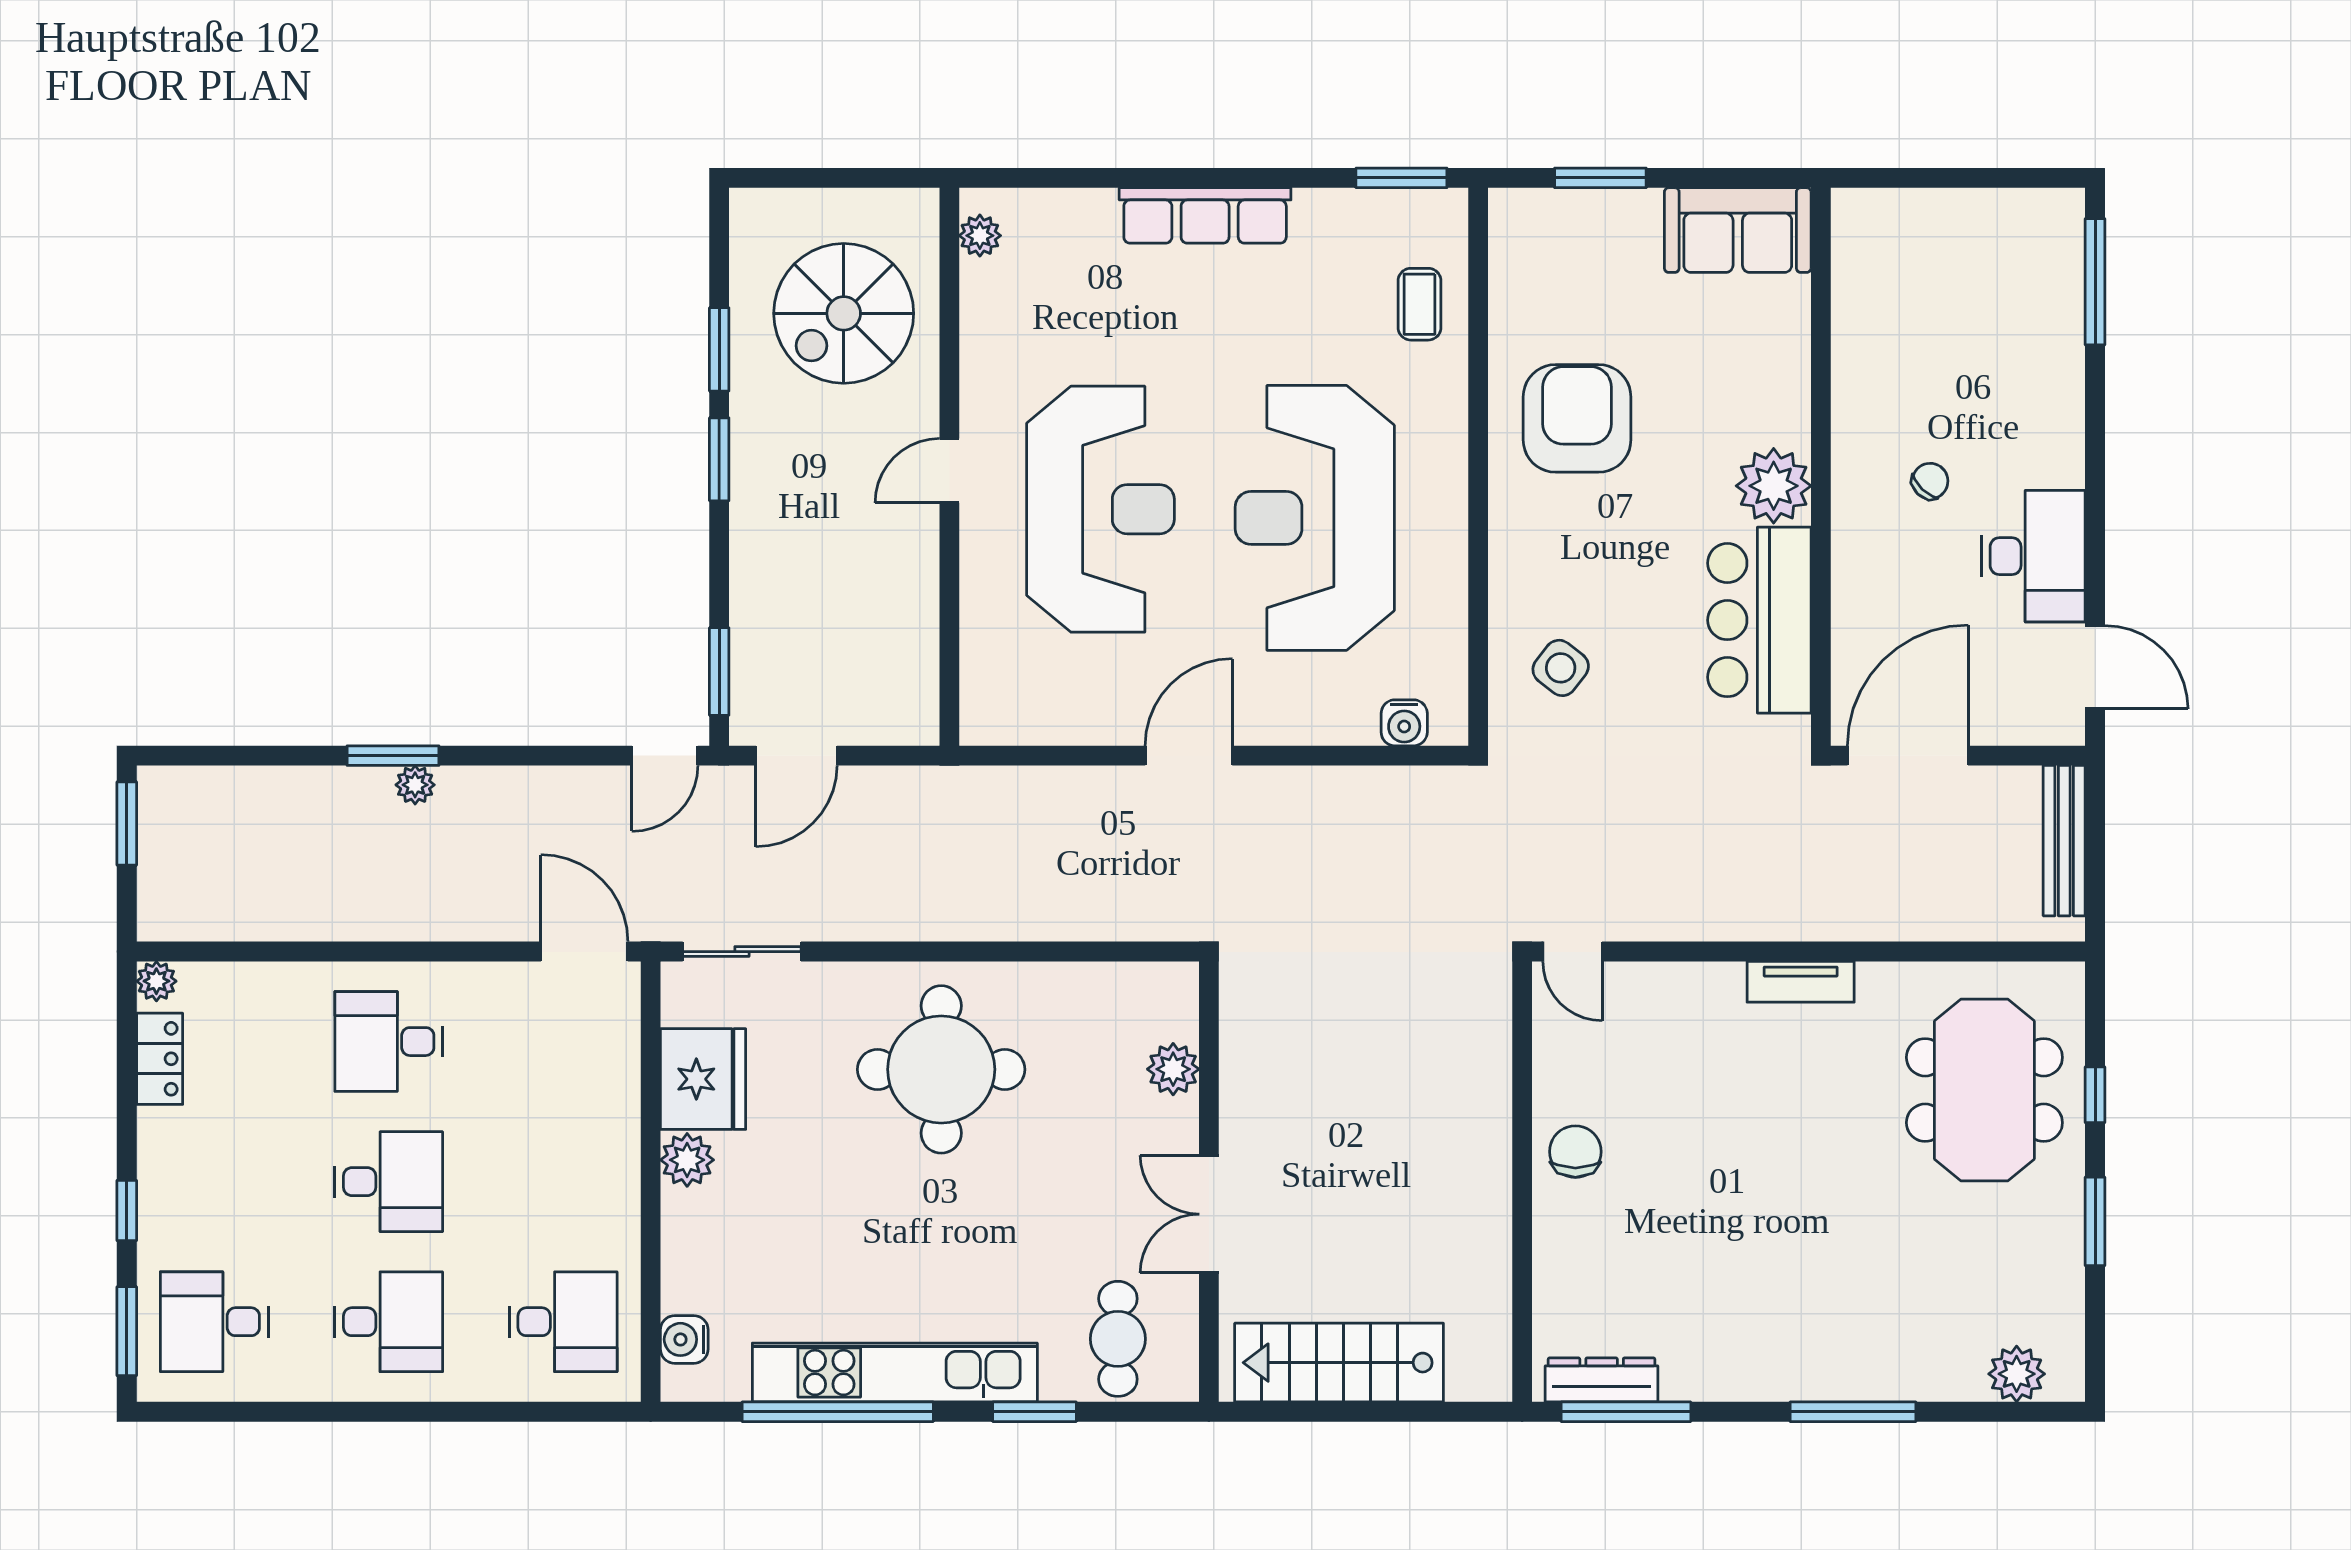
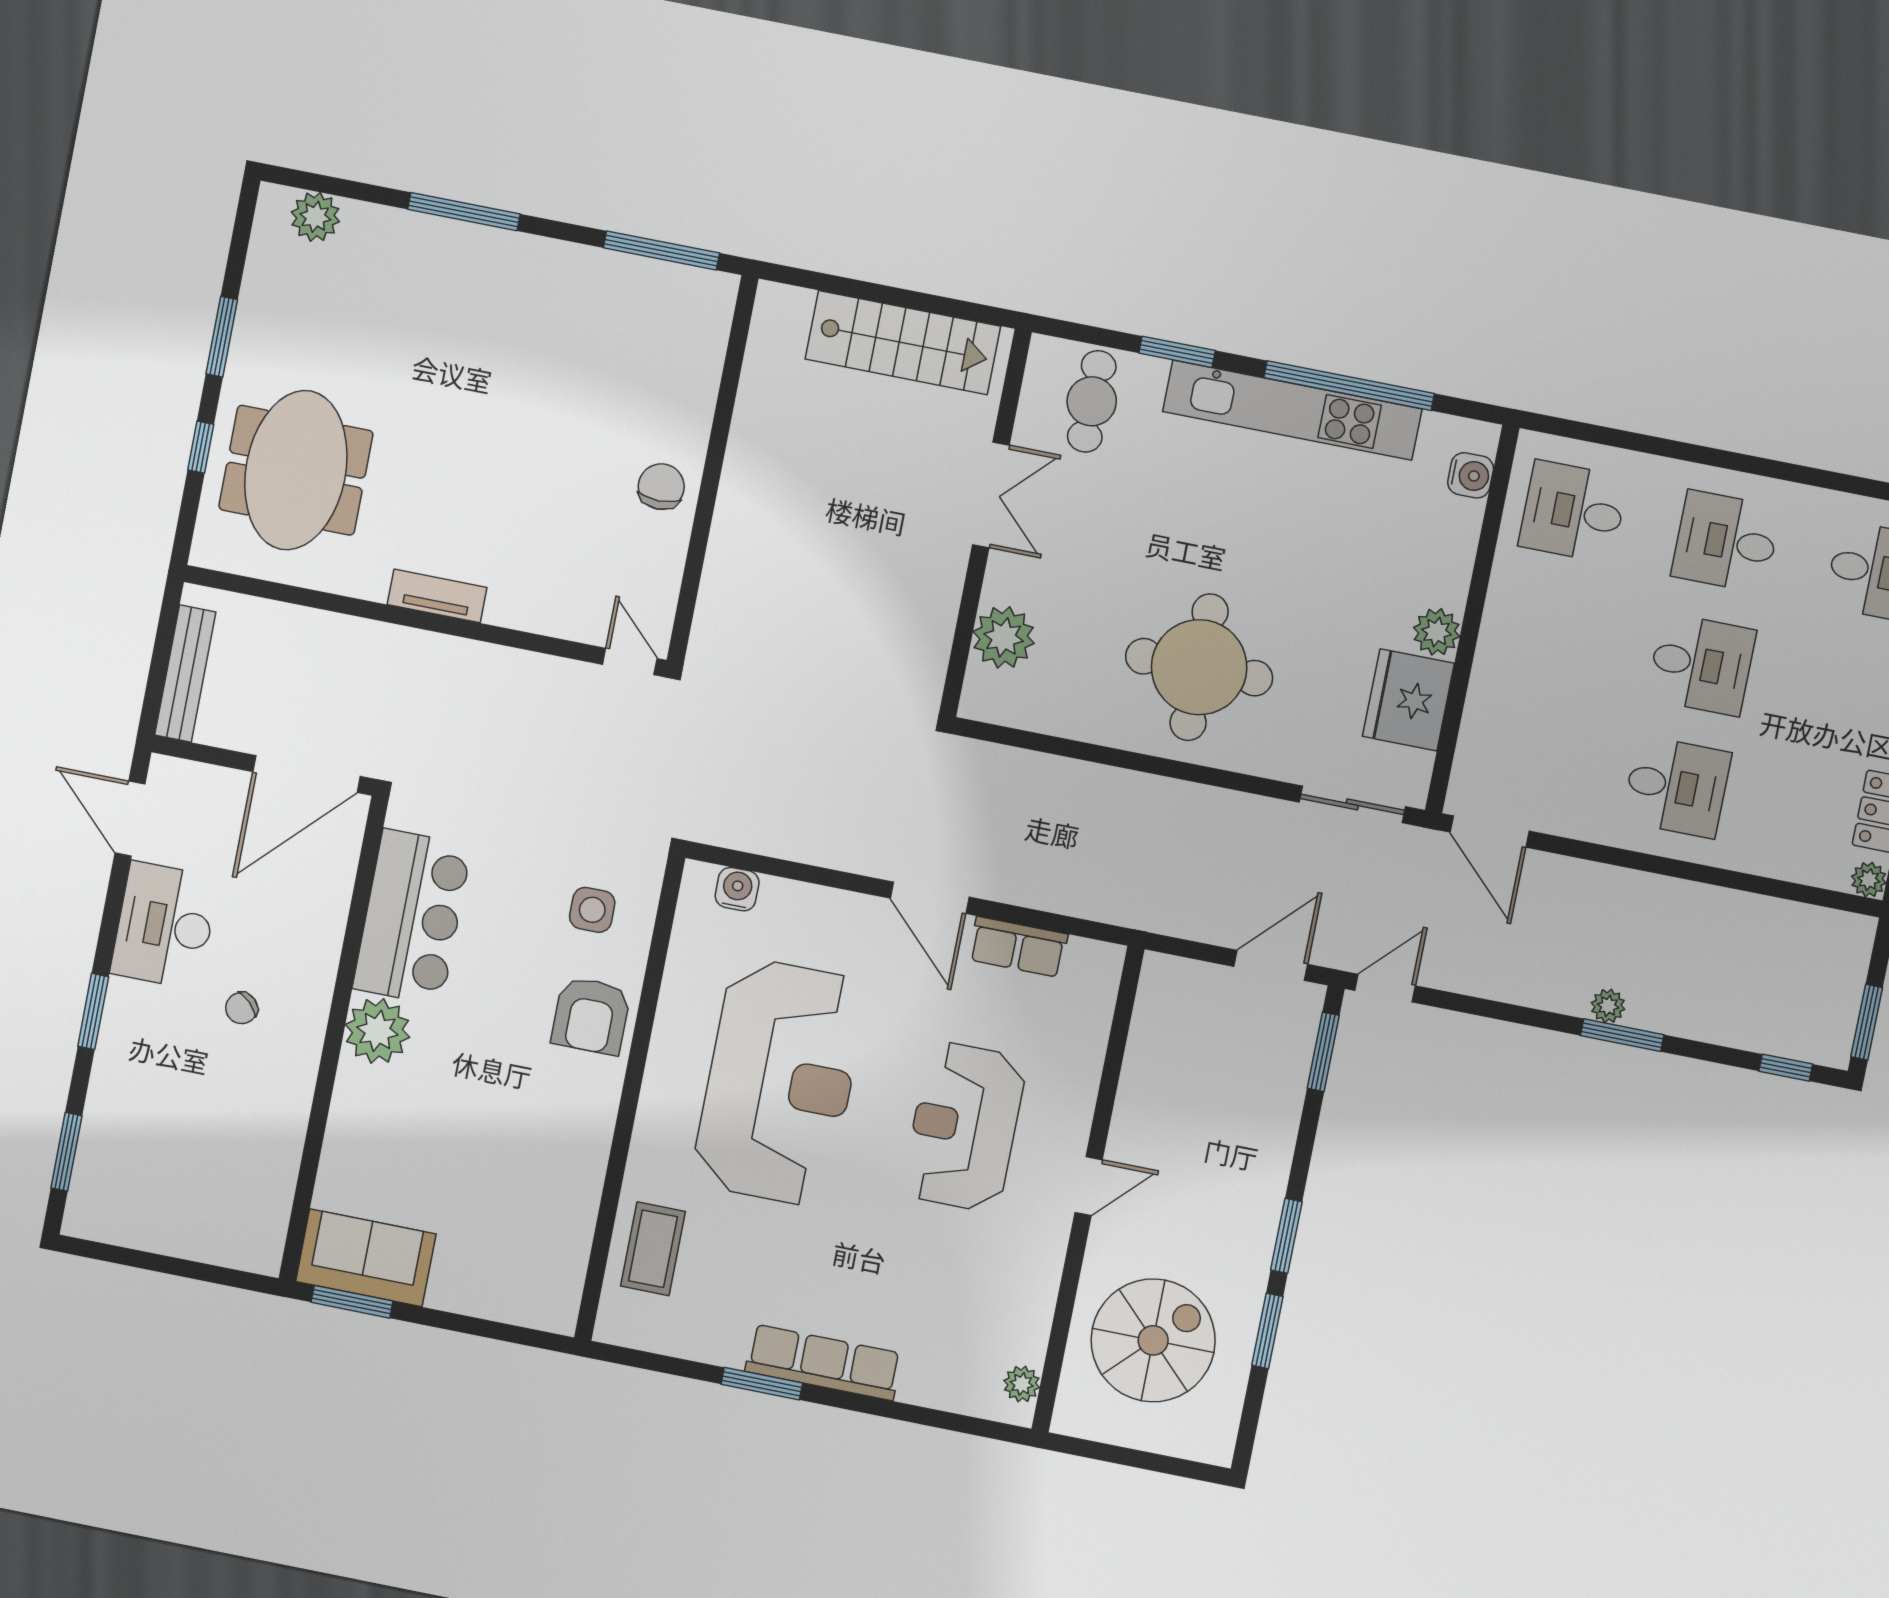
window: (1401, 178) -> (762, 1384), moved
window: (1600, 178) -> (352, 1302), moved
window: (2095, 282) -> (66, 1152), width x0.69
coffee table: (1420, 304) -> (653, 1249), width x1.36, depth x1.30
armchair: (1577, 418) -> (591, 1016), moved, width x0.73, depth x0.73
window: (2095, 444) -> (93, 1011), added
reception desk: (1100, 509) -> (964, 1127), width x0.74, depth x0.77
side table: (1561, 668) -> (592, 910), turned -38
row of seats: (1080, 721) -> (1018, 947), added
window: (206, 756) -> (1786, 1068), added
door: (1189, 756) -> (930, 898), hinge flipped
plant: (1173, 1069) -> (1004, 637), width x1.36, depth x1.36
chair: (1575, 1152) -> (661, 487), turned 180
desk: (389, 1182) -> (1701, 664), turned 180
dresser: (1602, 1380) -> (677, 282), removed

